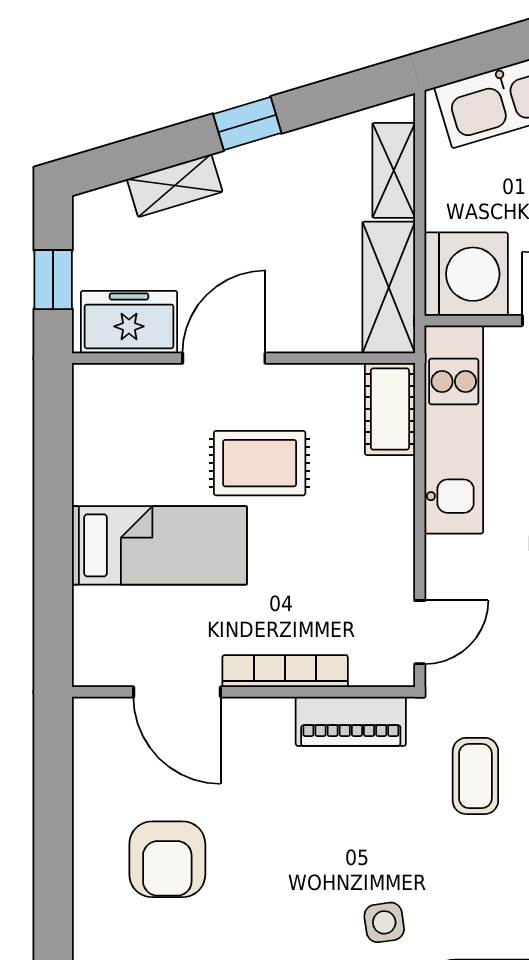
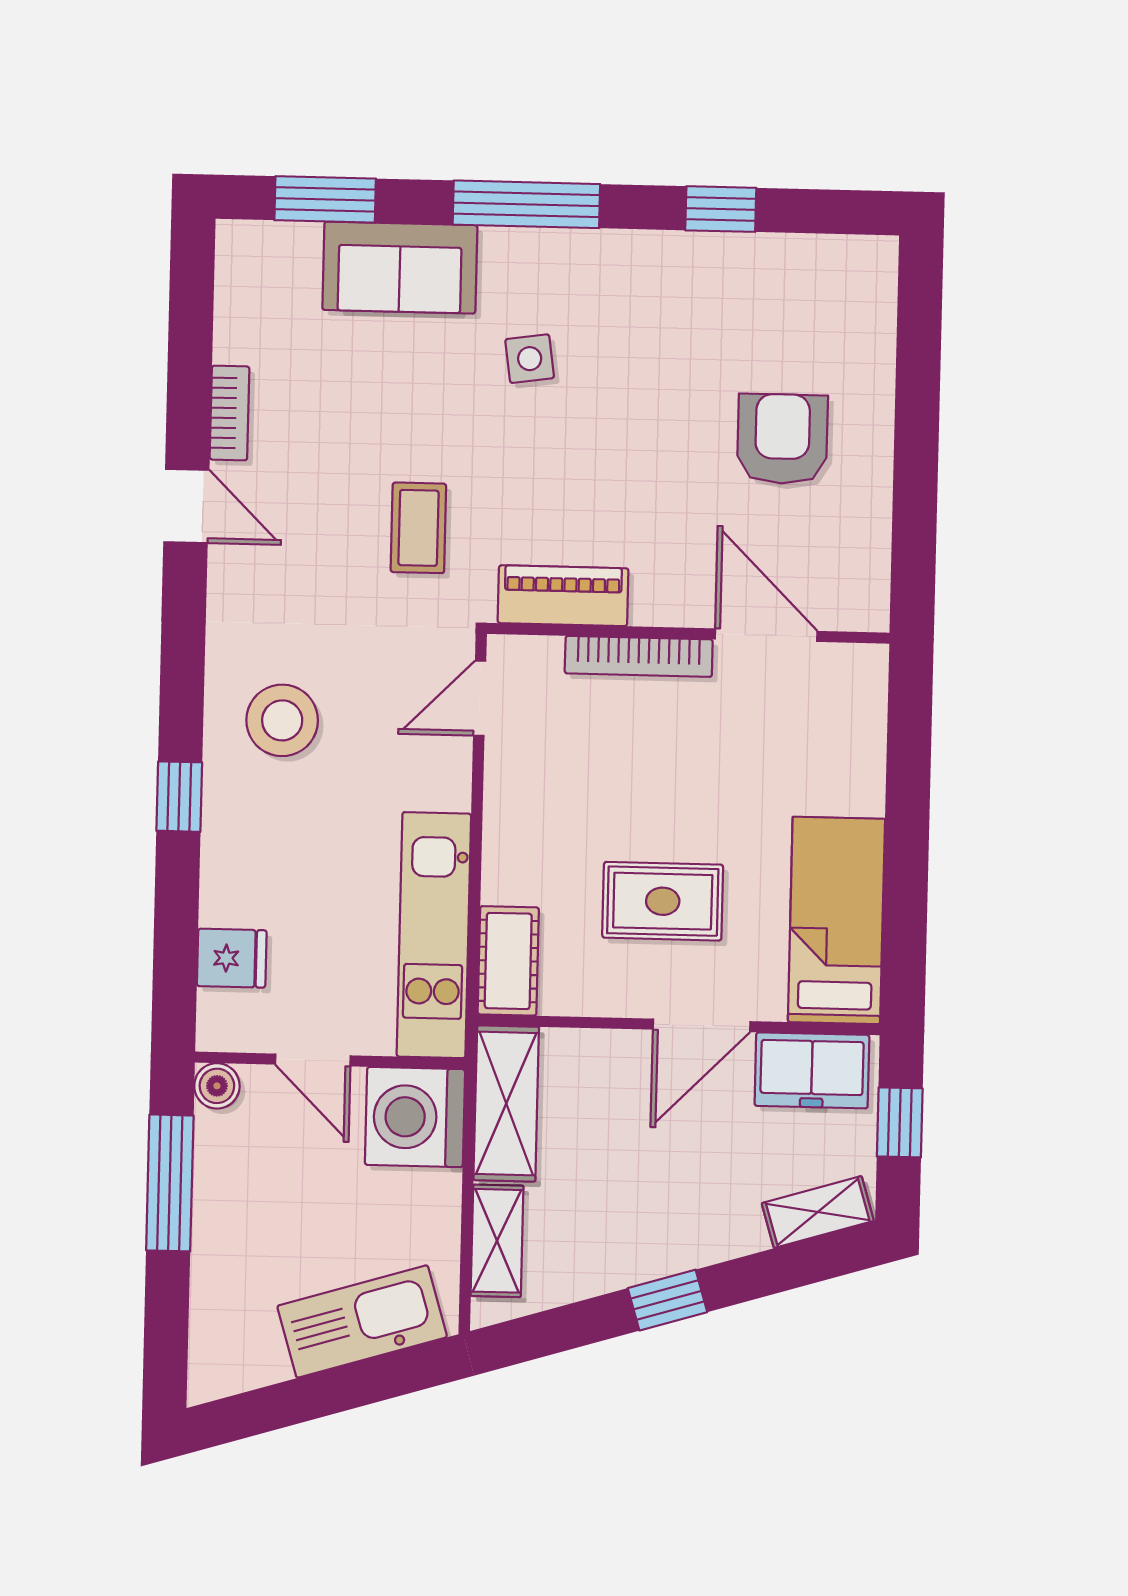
shelving: (175, 186) -> (818, 1212), moved
bed: (159, 545) -> (836, 920), moved, turned 90

